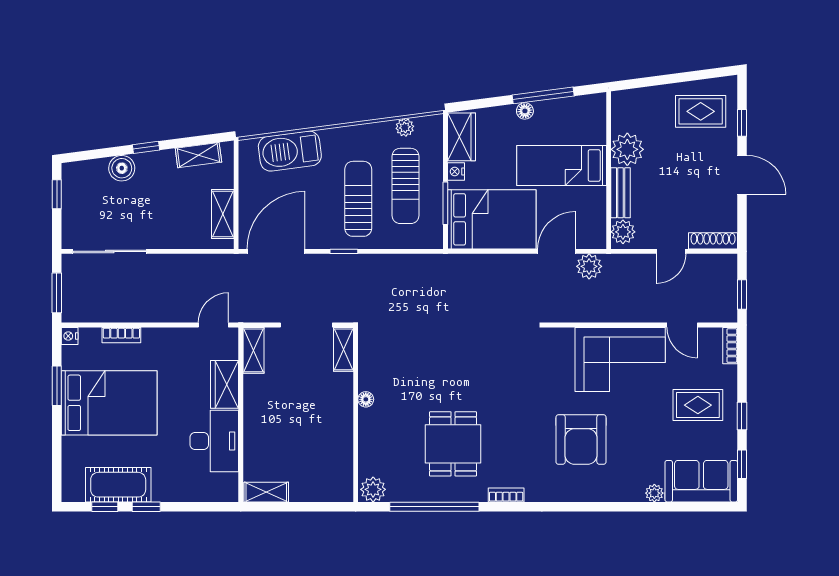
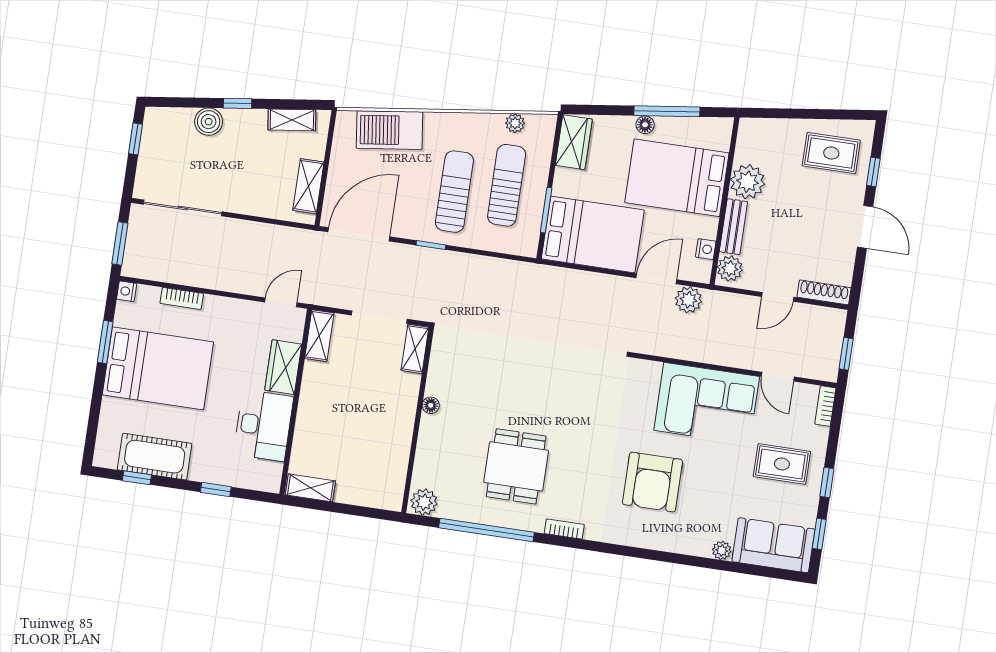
bed: (562, 165) -> (677, 178), width x1.50
nightstand: (456, 172) -> (706, 249), moved, turned 180
sun lounger: (405, 186) -> (507, 185), turned 180
window: (146, 507) -> (216, 490), moved

